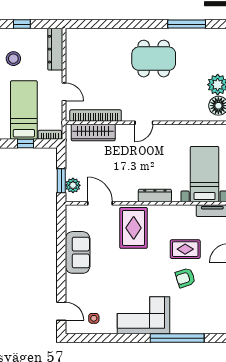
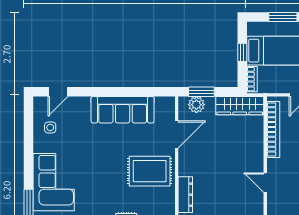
wardrobe: (93, 133) -> (240, 106), moved, turned -90
sofa: (78, 252) -> (123, 110), width x1.36

